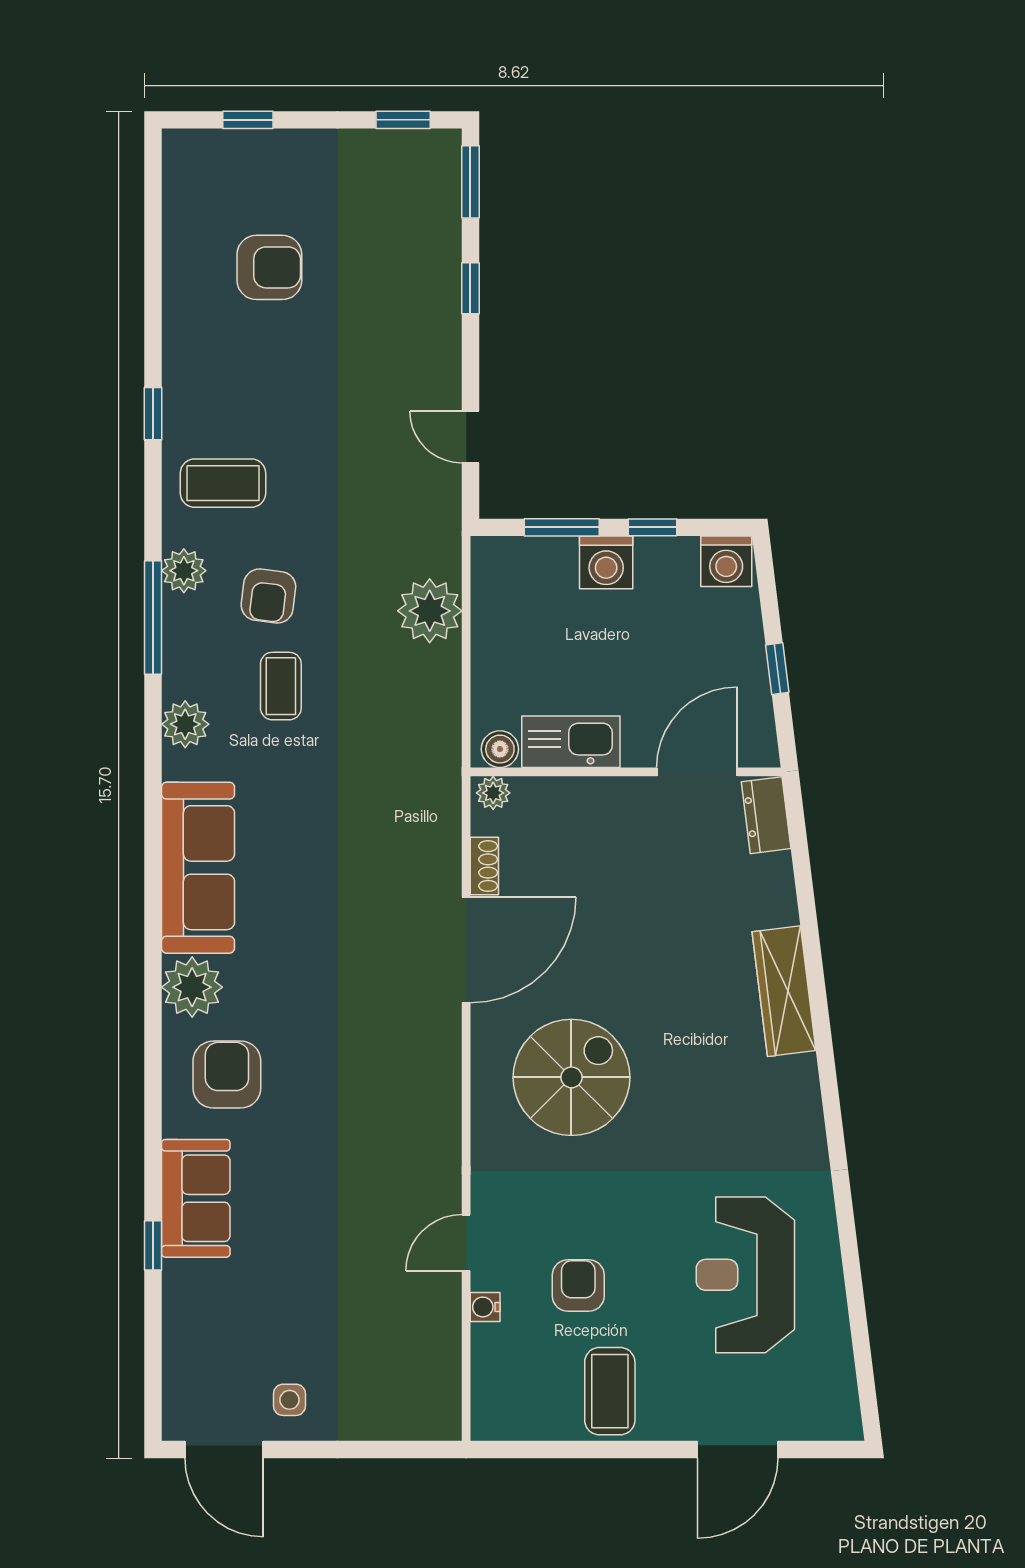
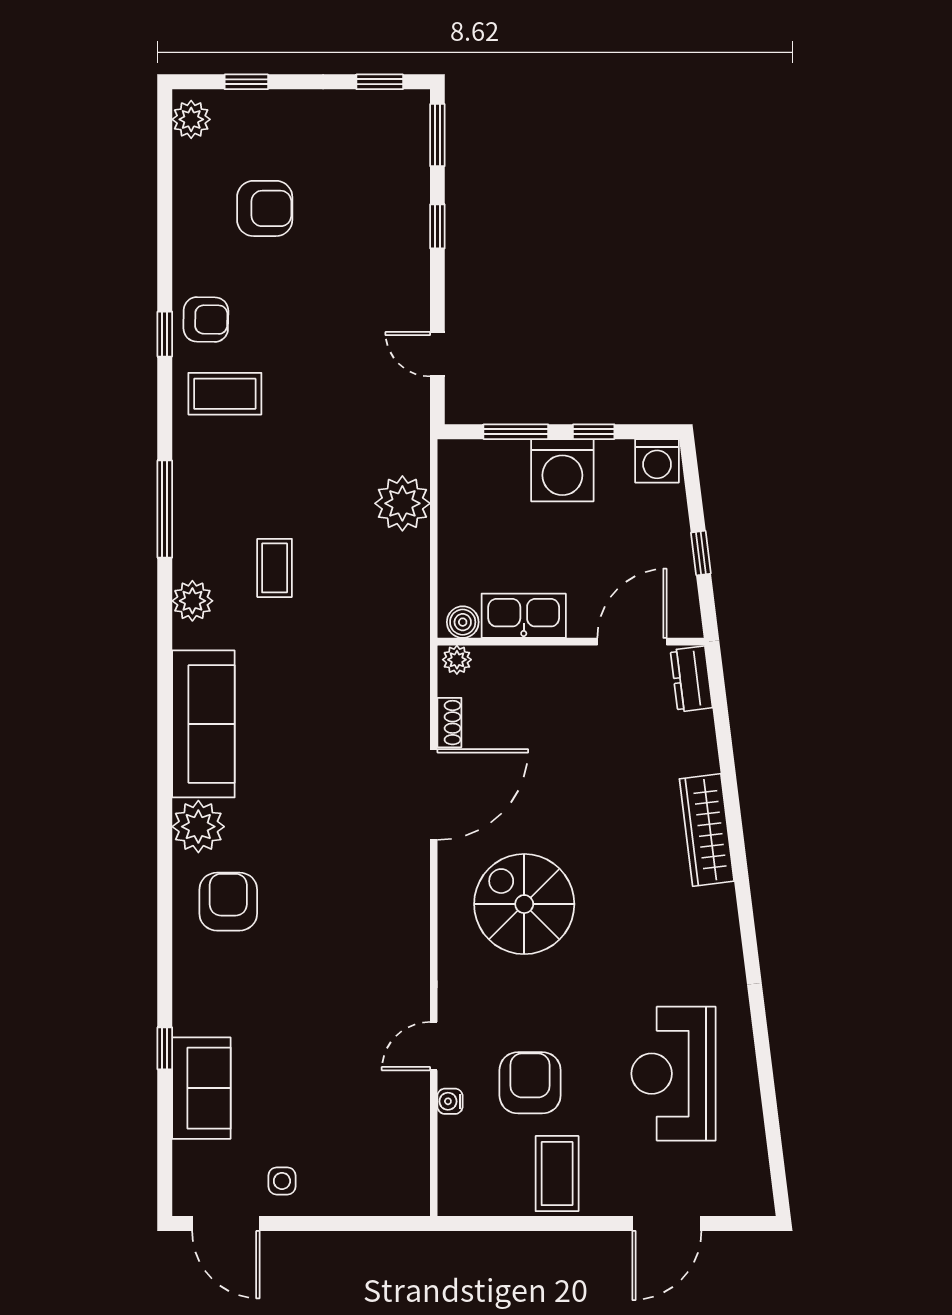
washing machine: (606, 562) -> (562, 470), width x1.37, depth x1.37
plant: (184, 571) -> (191, 119), moved
armchair: (268, 596) -> (206, 319), moved, turned -96
spiral stairs: (571, 1077) -> (524, 904), turned -90
sofa: (196, 1198) -> (201, 1088), moved
armchair: (578, 1285) -> (530, 1083), width x1.38, depth x1.38

